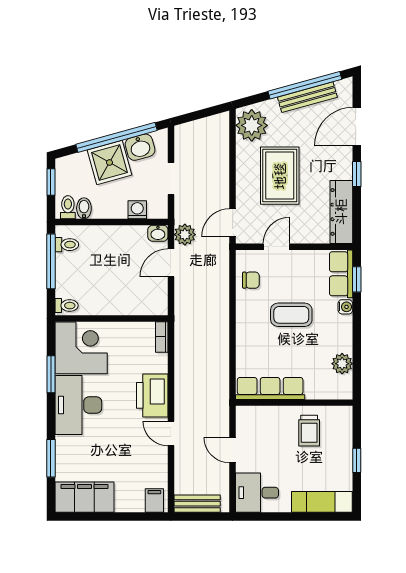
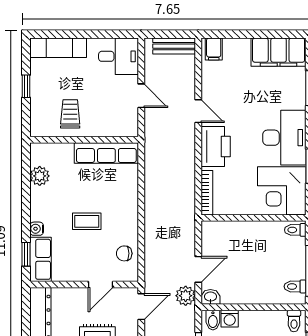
bidet: (84, 208) -> (213, 320), moved
coffee table: (291, 315) -> (87, 221), width x0.73, depth x0.77
bookcase: (162, 337) -> (207, 193), width x1.56

